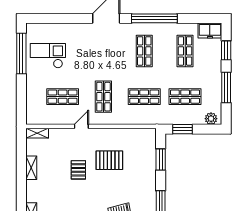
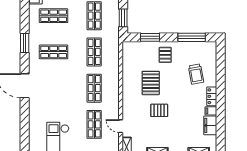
window: (154, 18) -> (25, 43), width x0.47
shop shelf: (103, 97) -> (94, 88), turned 90
door: (81, 126) -> (121, 126), moved
pallet: (141, 177) -> (165, 55), added

